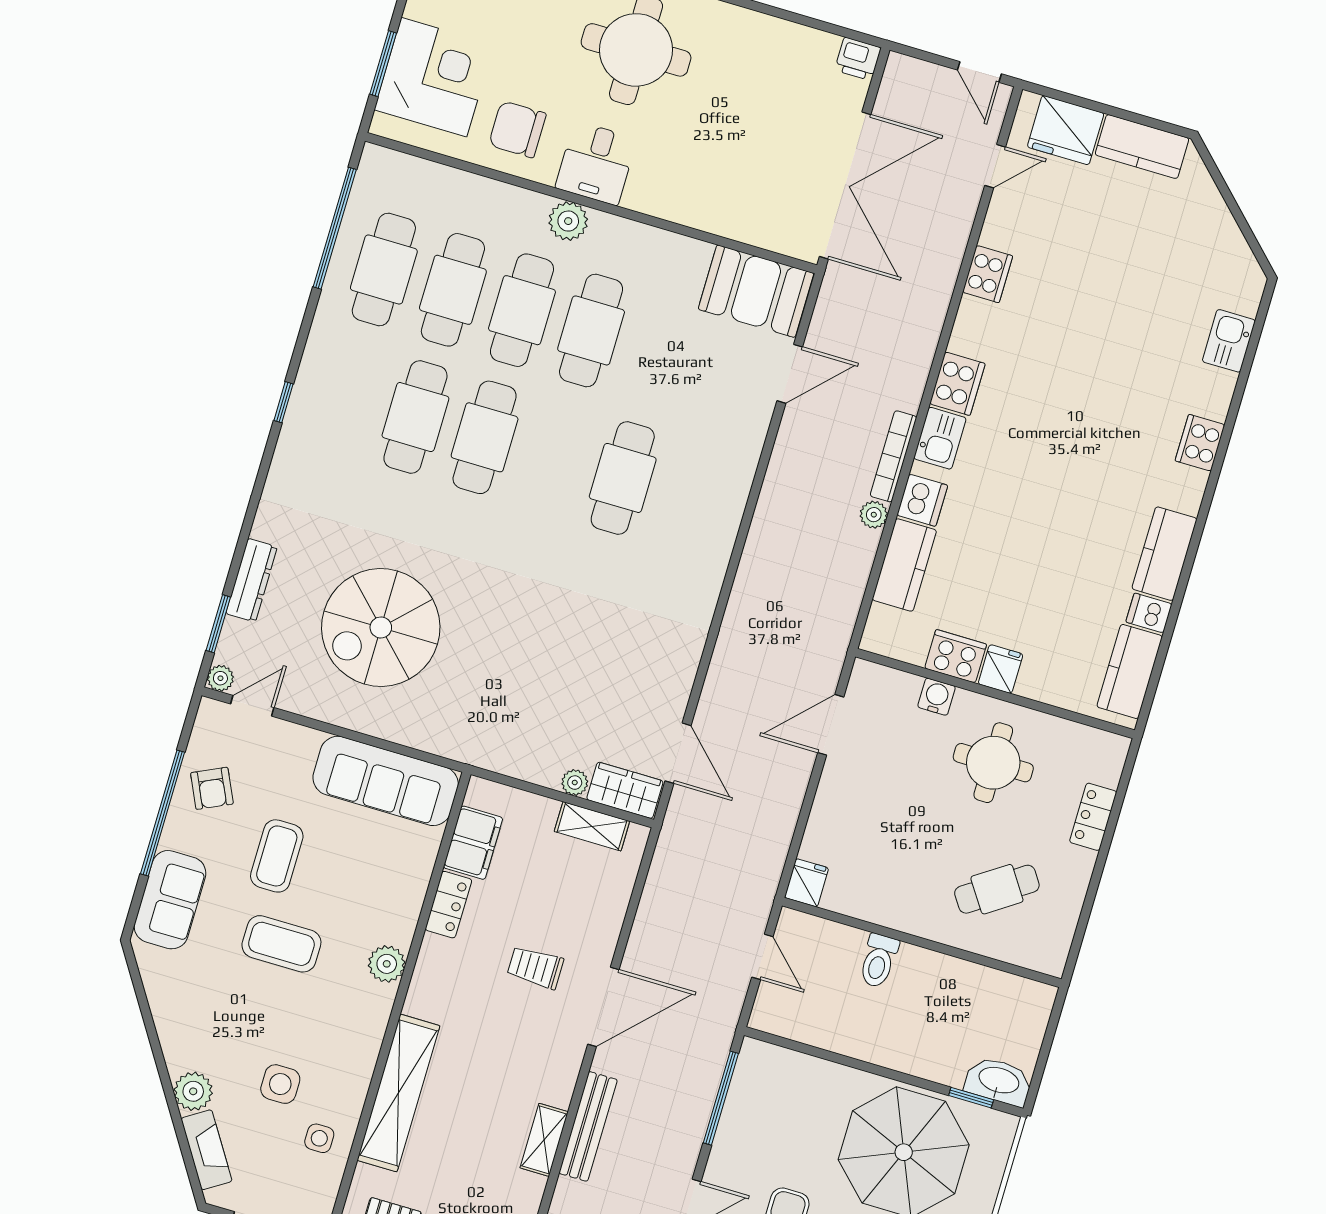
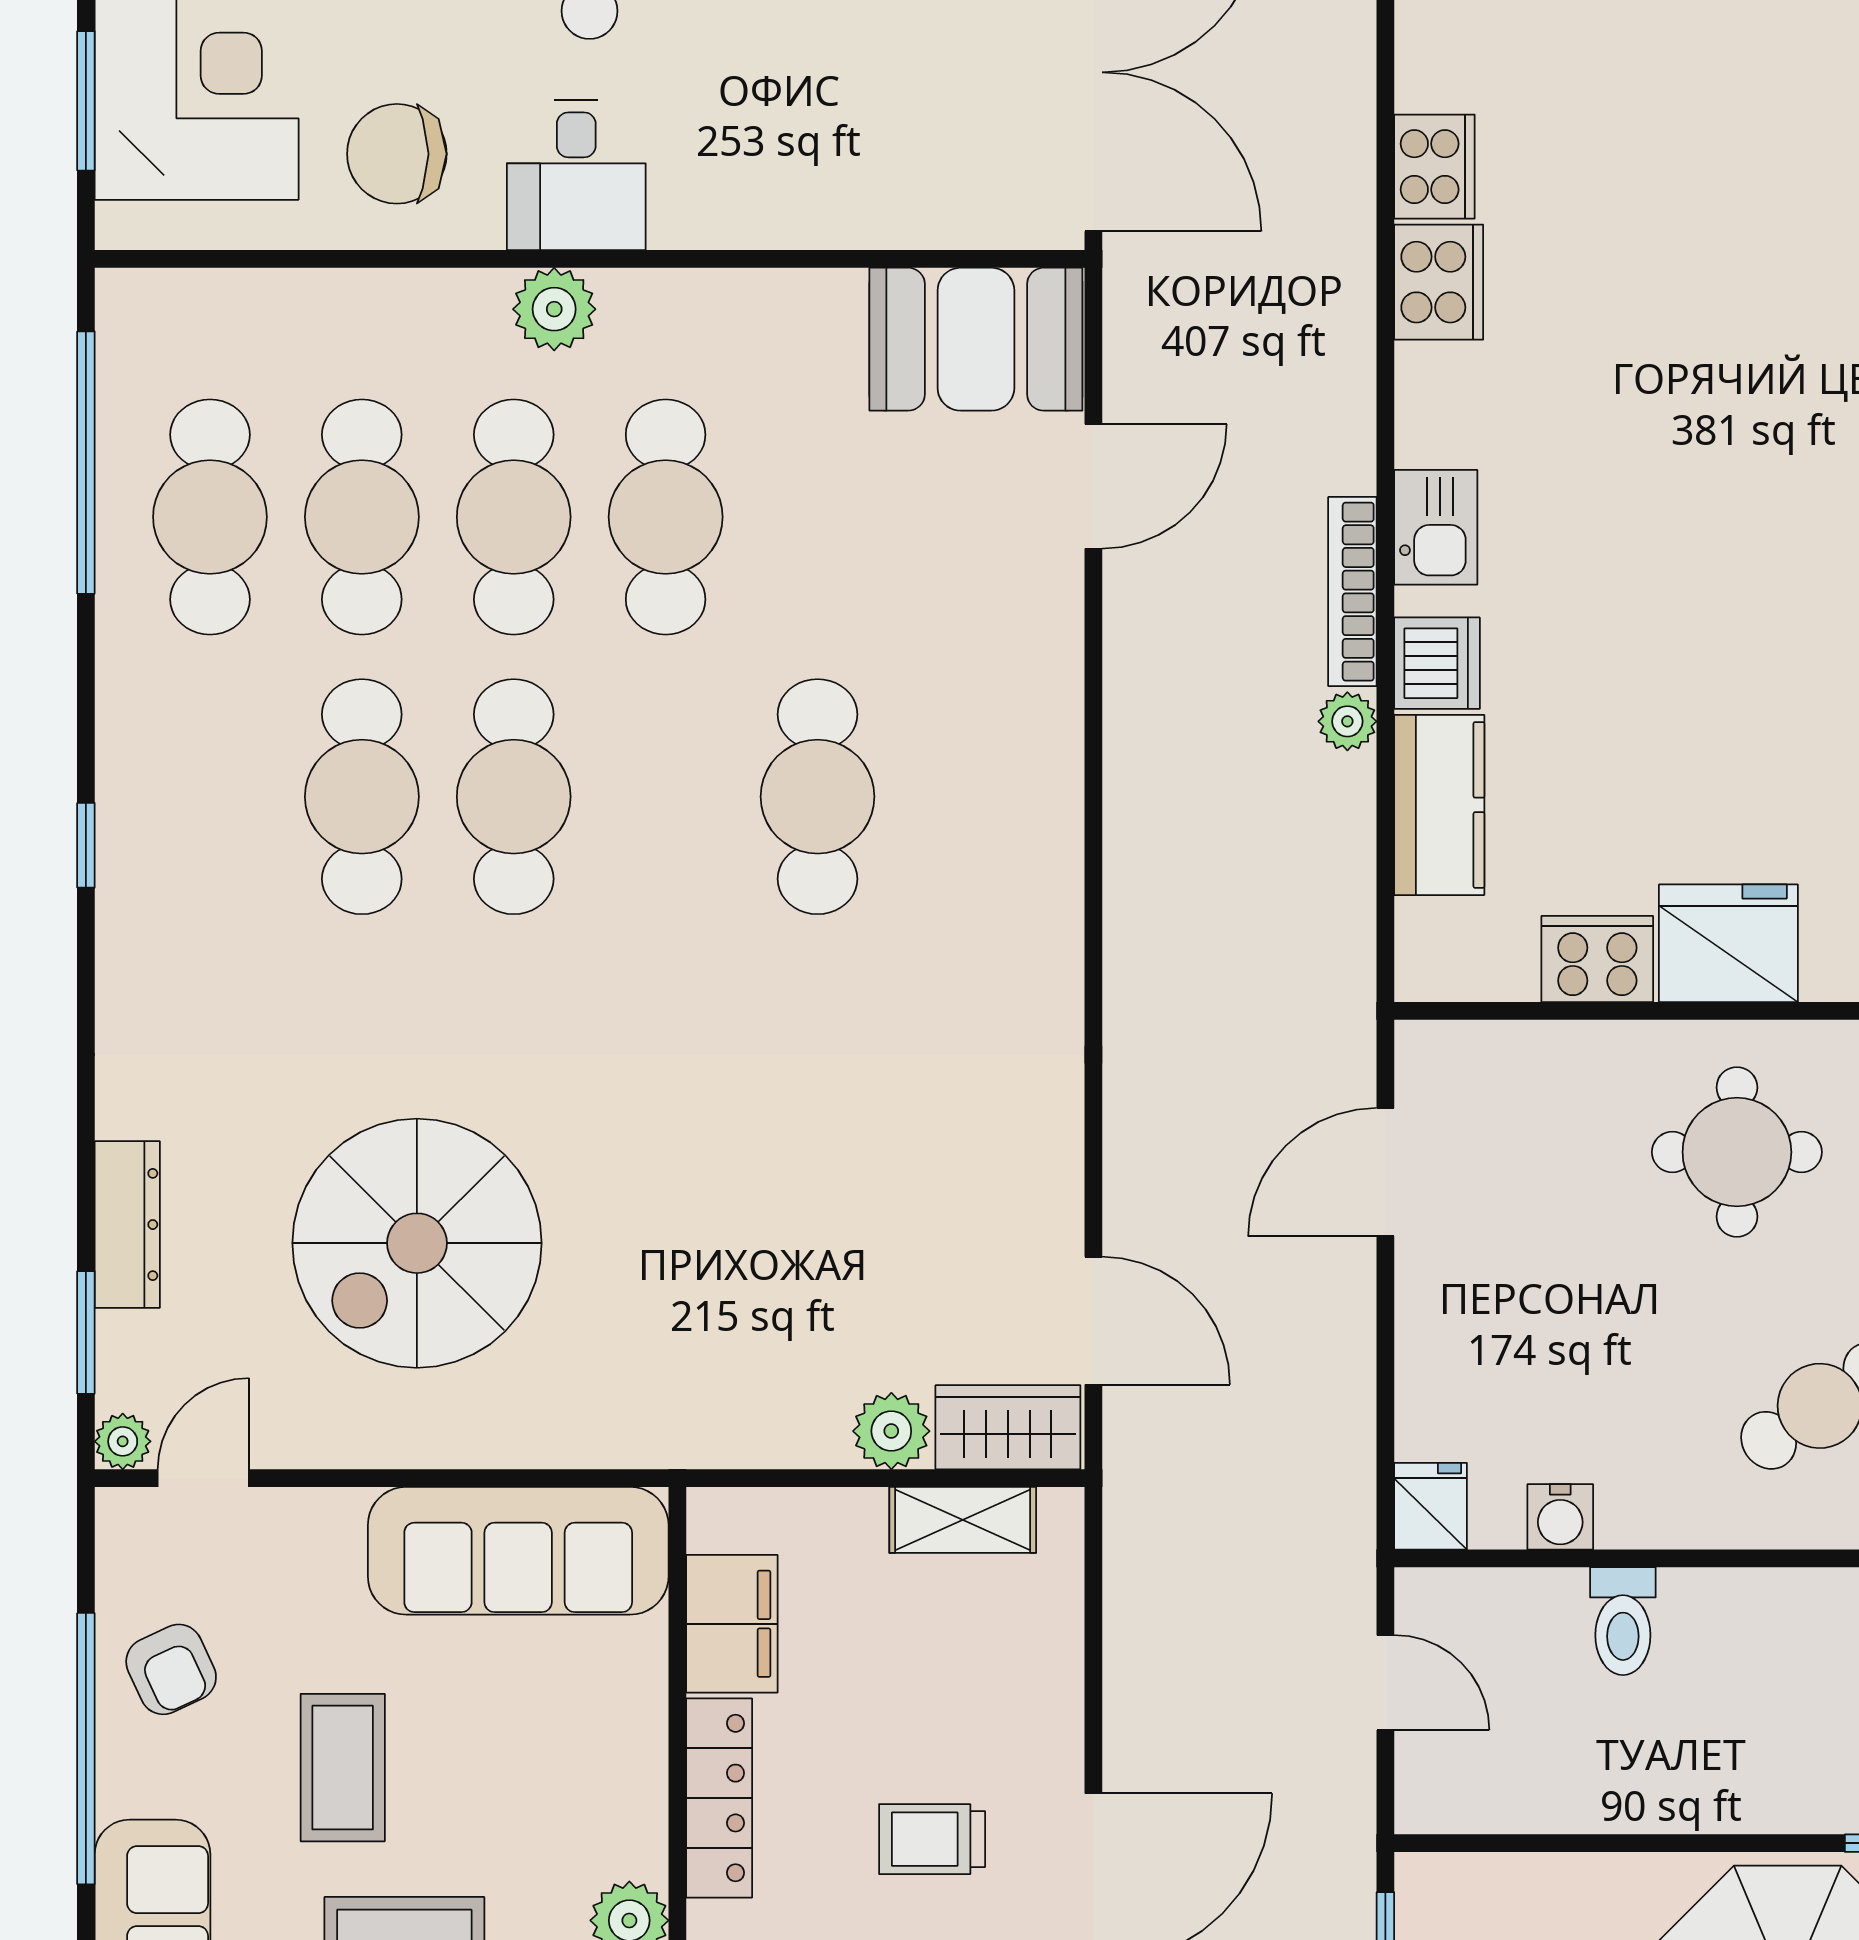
cooker: (957, 384) -> (1439, 282), moved
fridge: (1001, 669) -> (1728, 943), width x1.88, depth x1.34
water cooler: (937, 697) -> (1560, 1517), moved, turned 180
plant: (575, 783) -> (891, 1431), width x1.38, depth x1.38
locker: (448, 905) -> (719, 1798), width x1.53

